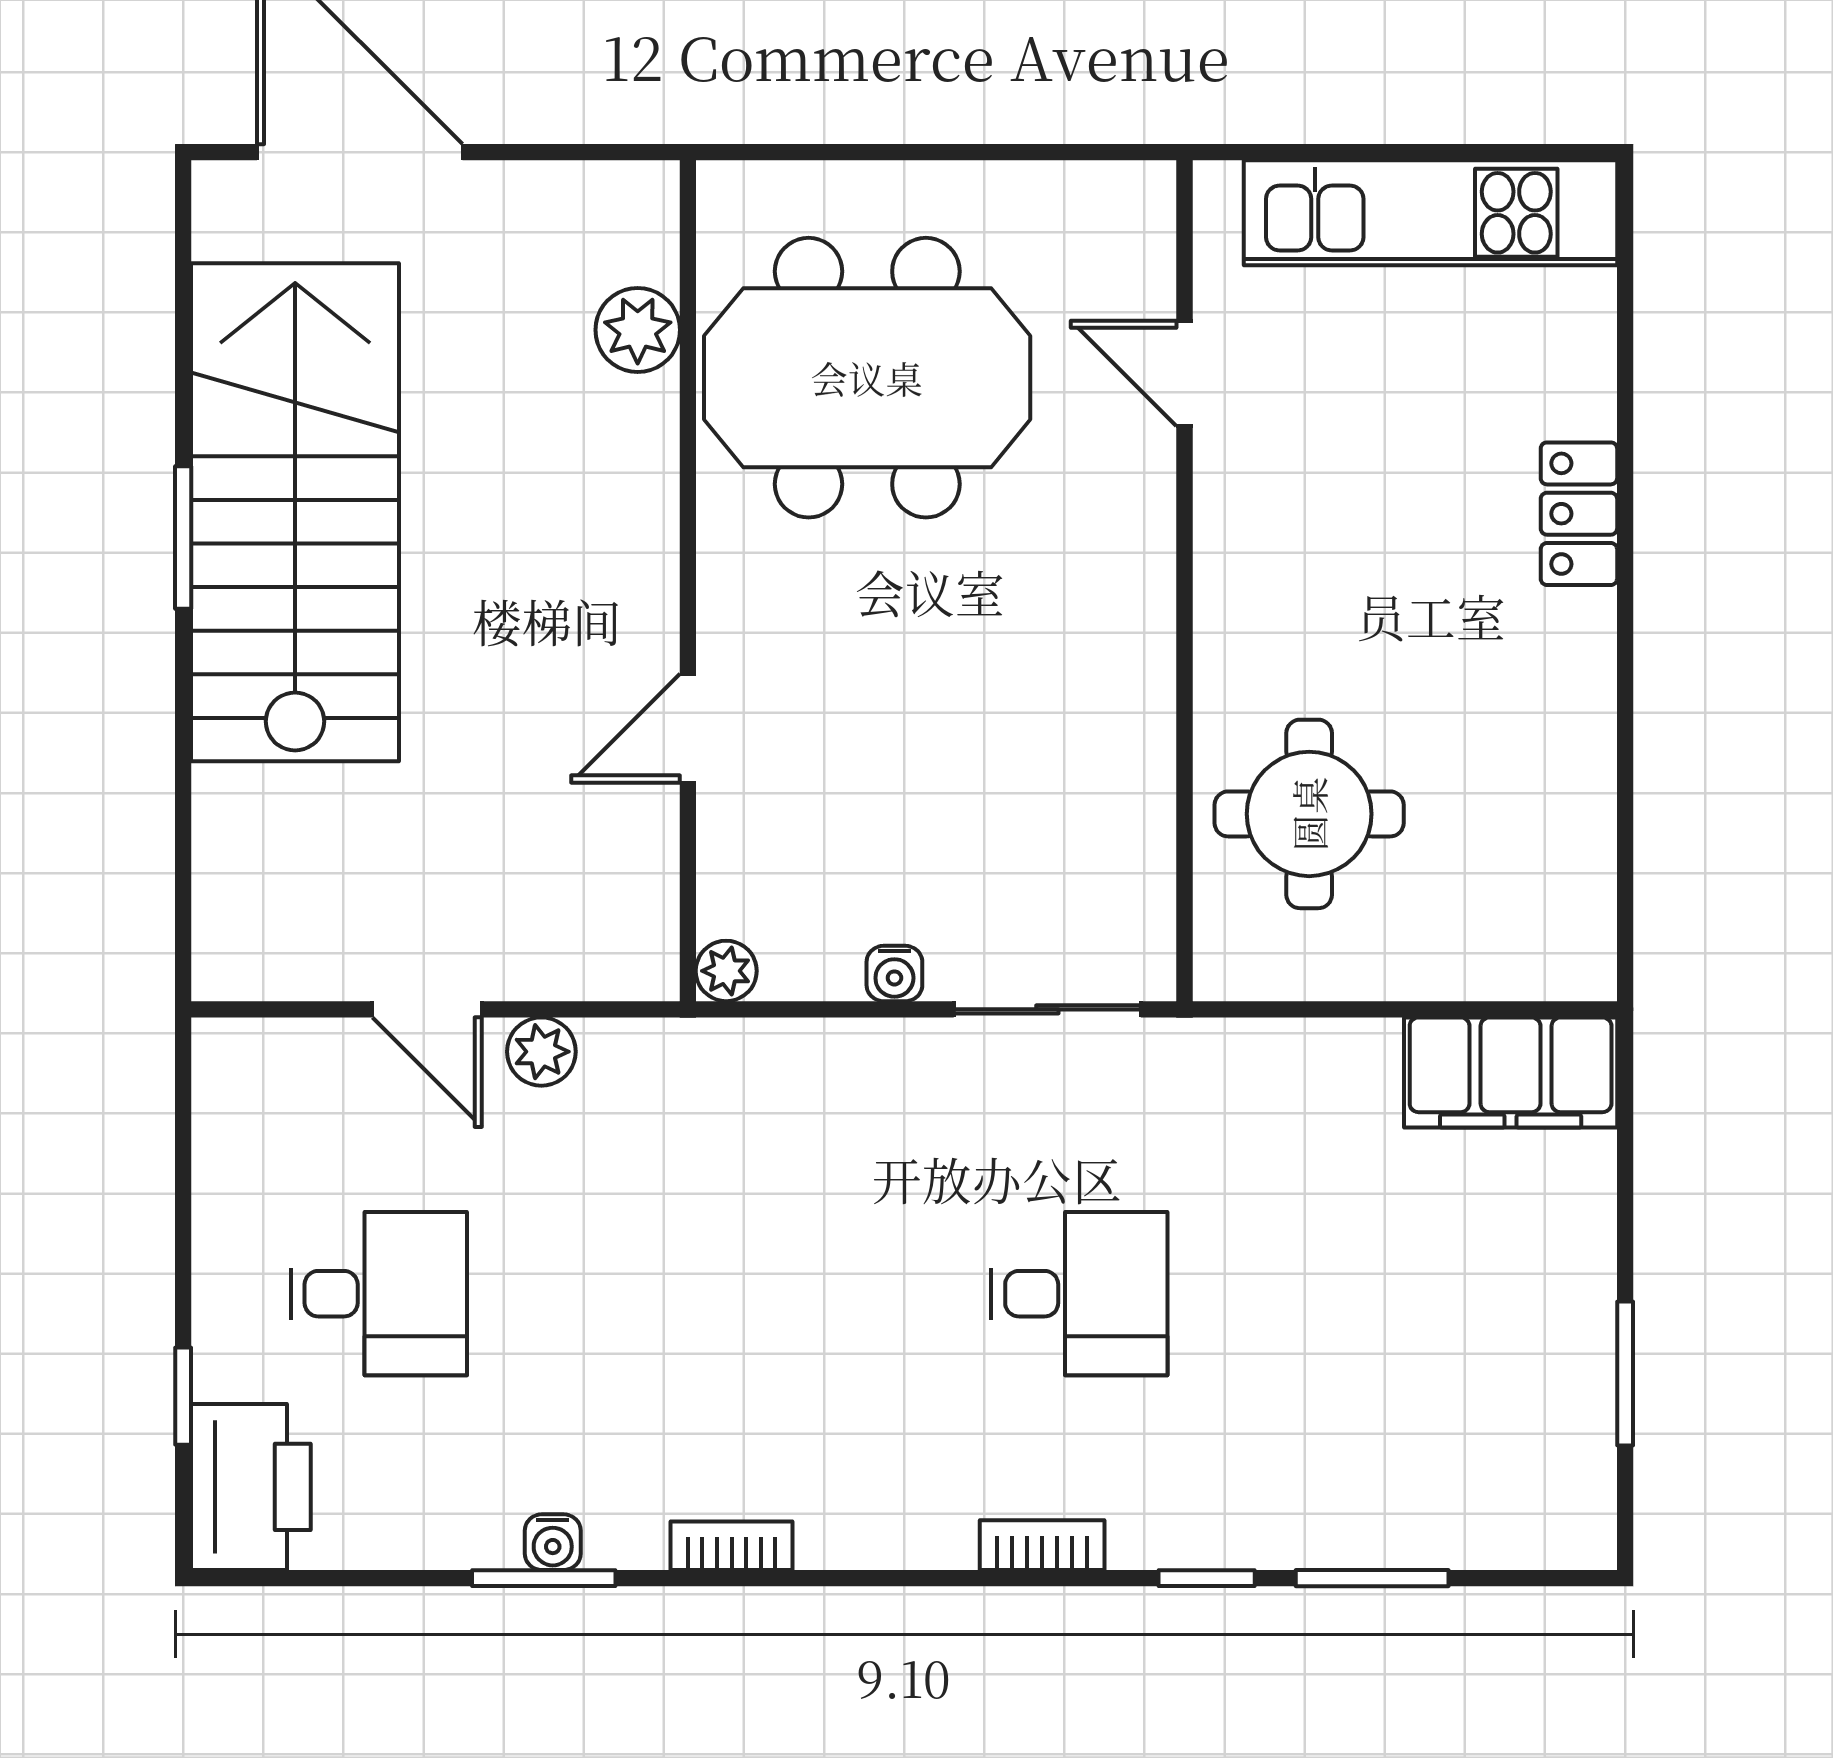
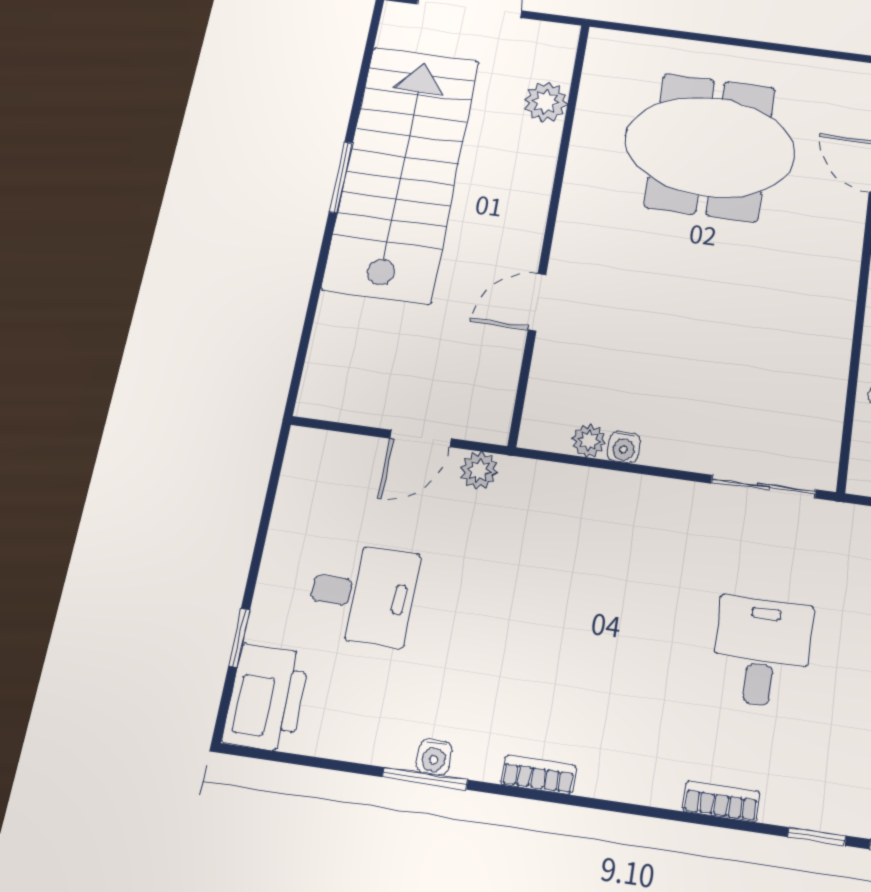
plant: (638, 330) -> (546, 102), moved
wall: (688, 581) -> (550, 227), moved
door: (688, 728) -> (537, 302), moved
water cooler: (894, 973) -> (624, 447), moved
door: (427, 1009) -> (421, 439), hinge flipped
desk: (1079, 1294) -> (762, 652), turned -90

